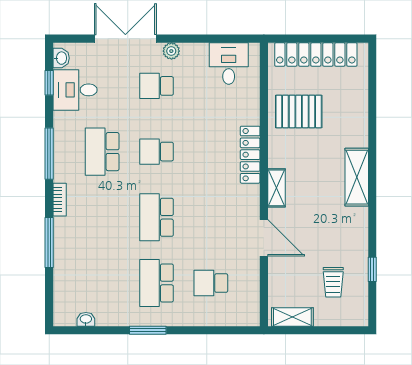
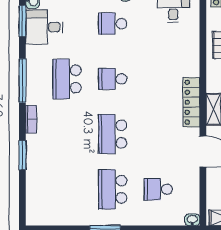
window: (49, 83) -> (22, 21), width x1.50
locker: (250, 155) -> (191, 102), moved
window: (49, 242) -> (22, 155), width x0.69
washbasin: (86, 319) -> (192, 220), moved

